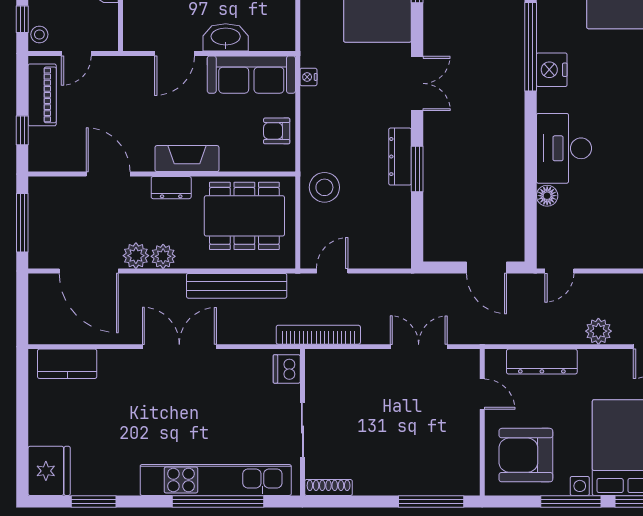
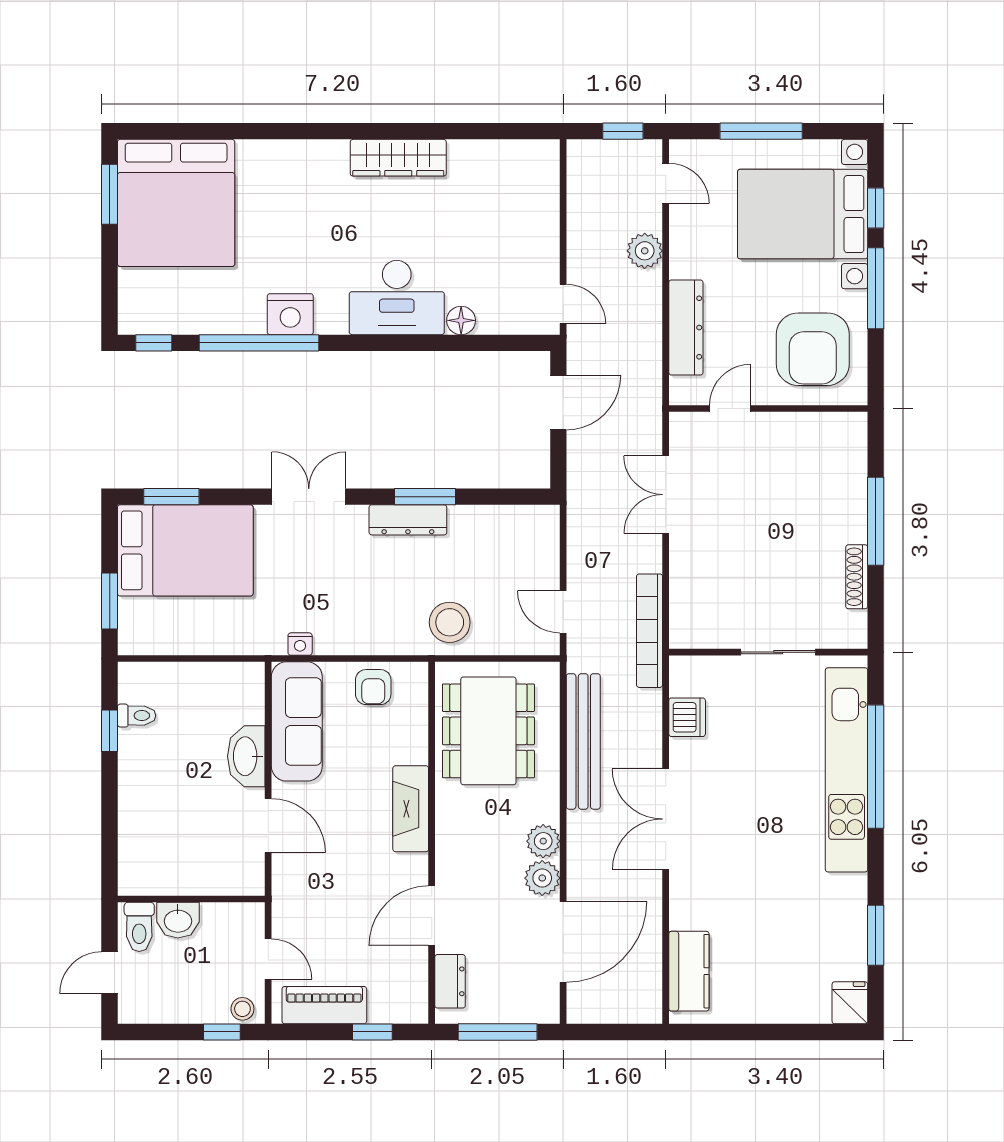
dresser: (171, 188) -> (450, 981), moved
dishwasher: (287, 369) -> (687, 717), moved, turned -90
fridge: (49, 471) -> (850, 1003), width x0.53, depth x0.75
shoe rack: (329, 488) -> (857, 577), moved
window: (431, 501) -> (876, 521), moved

